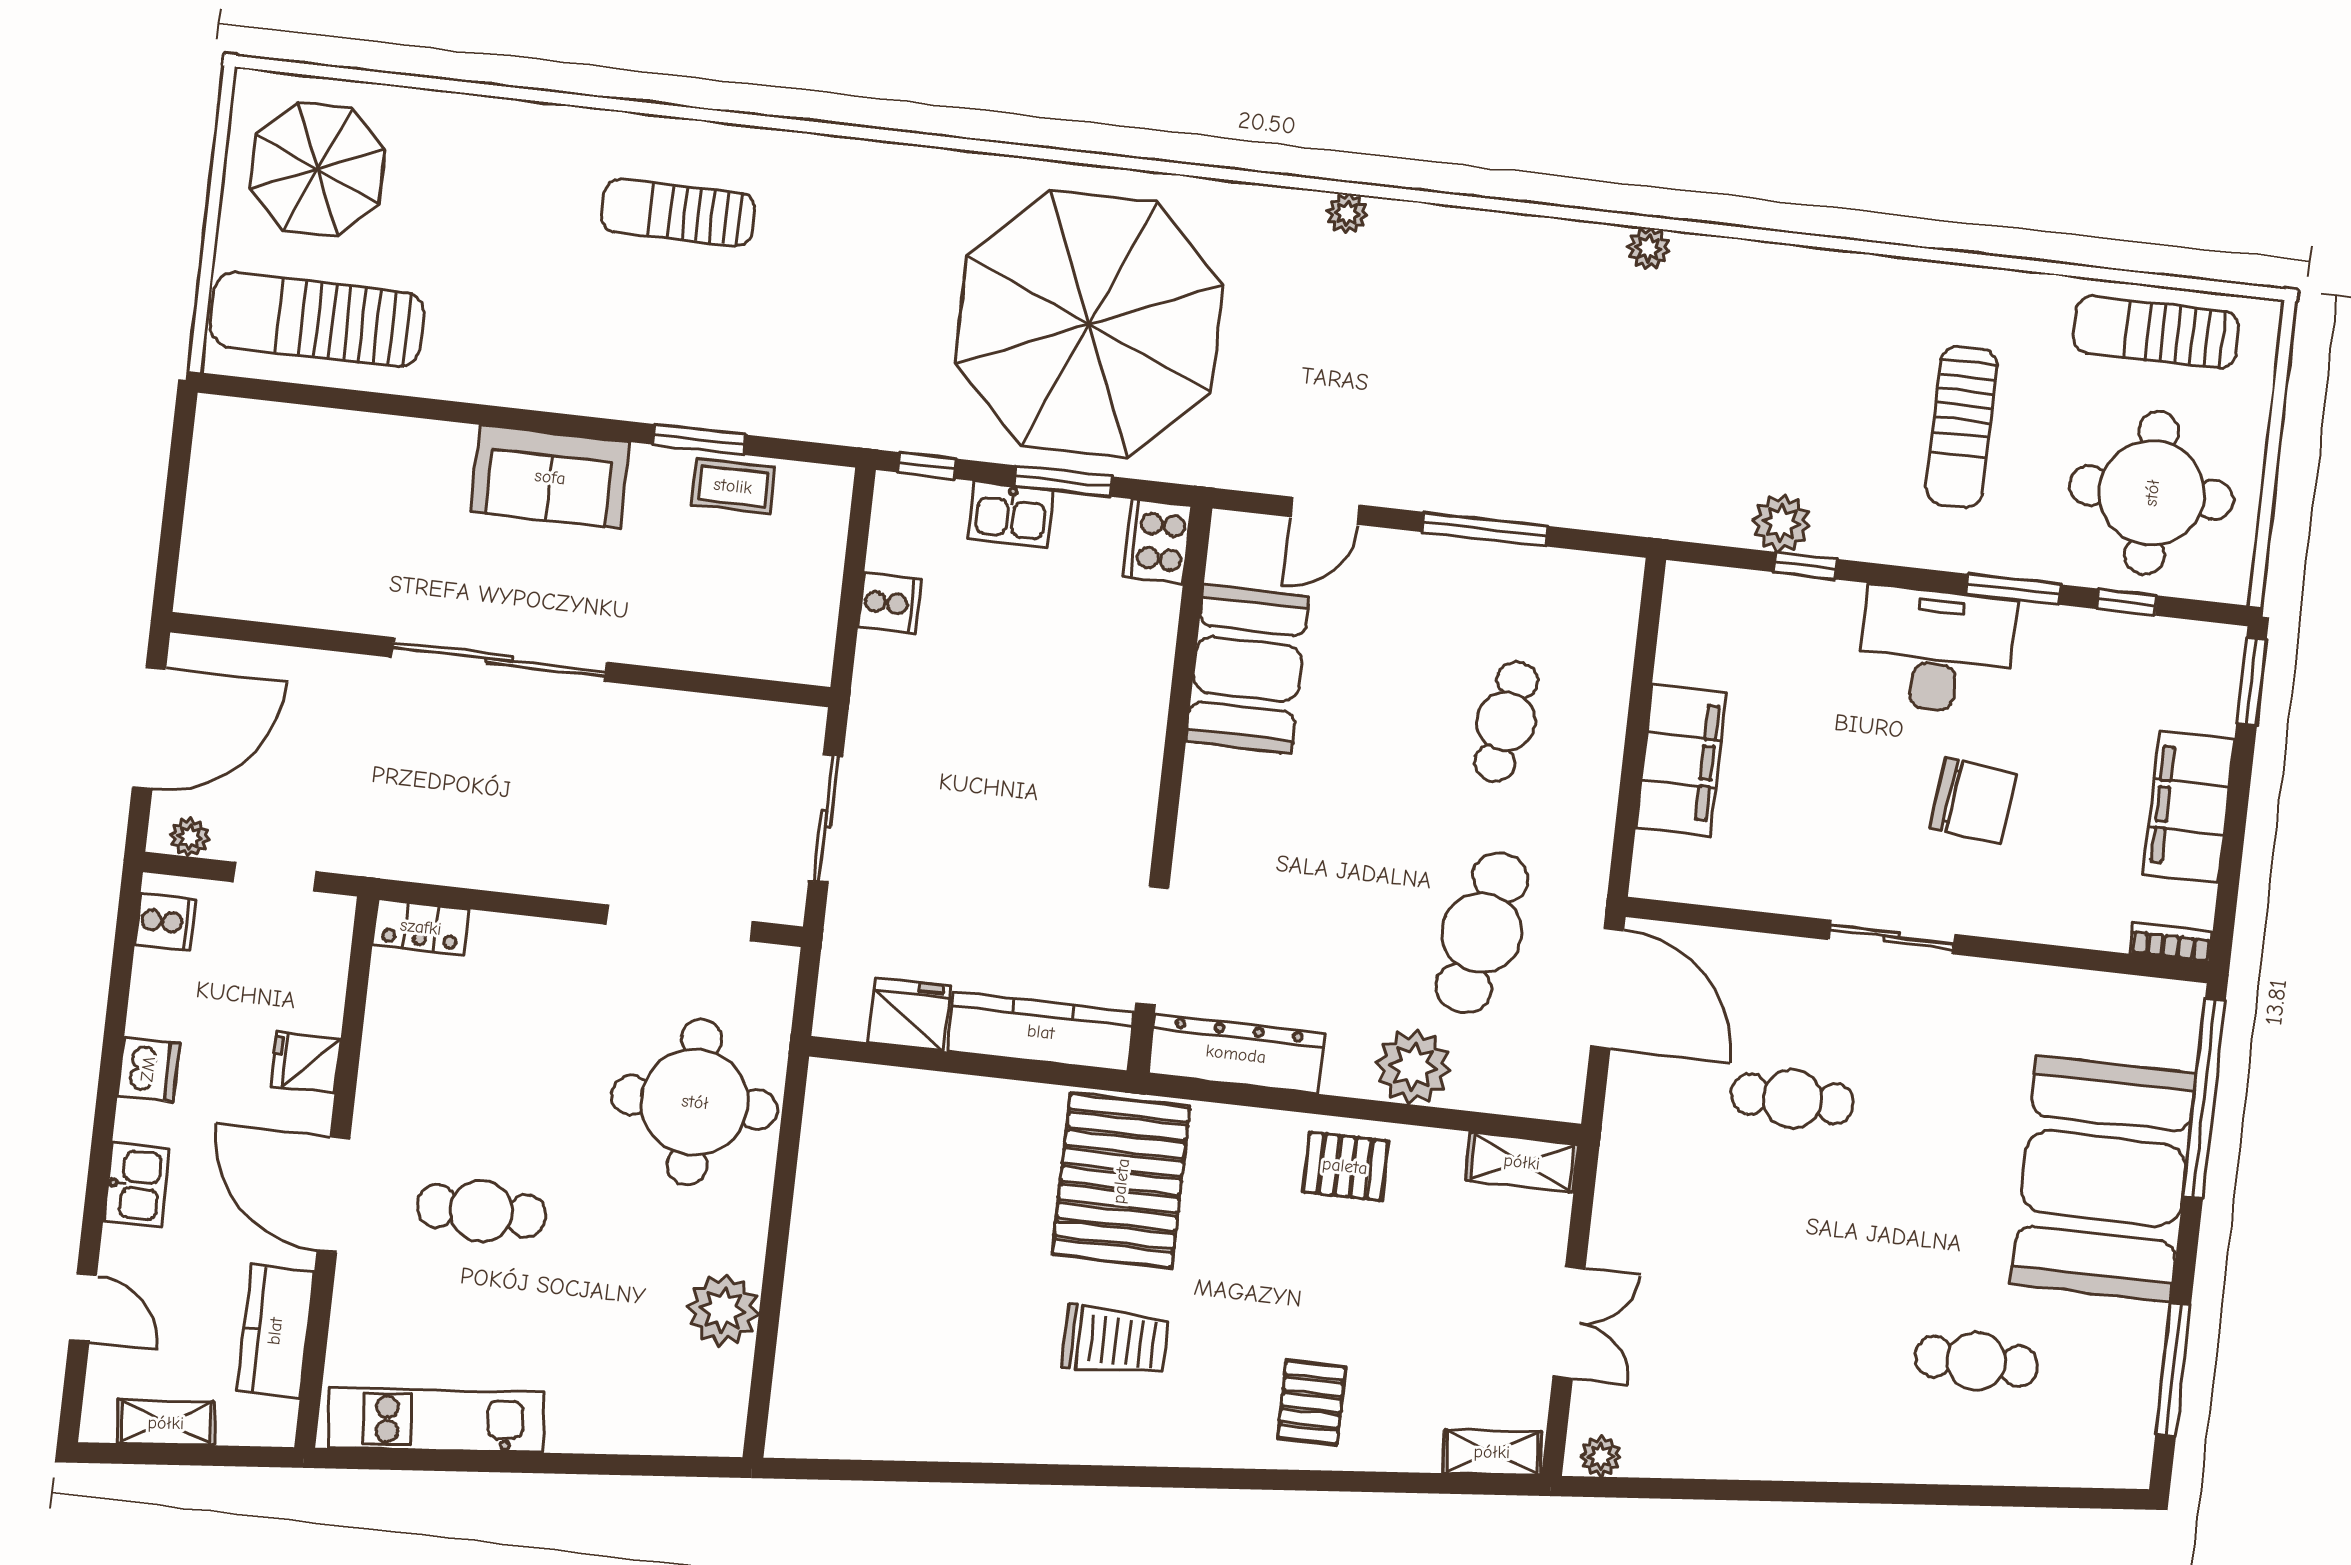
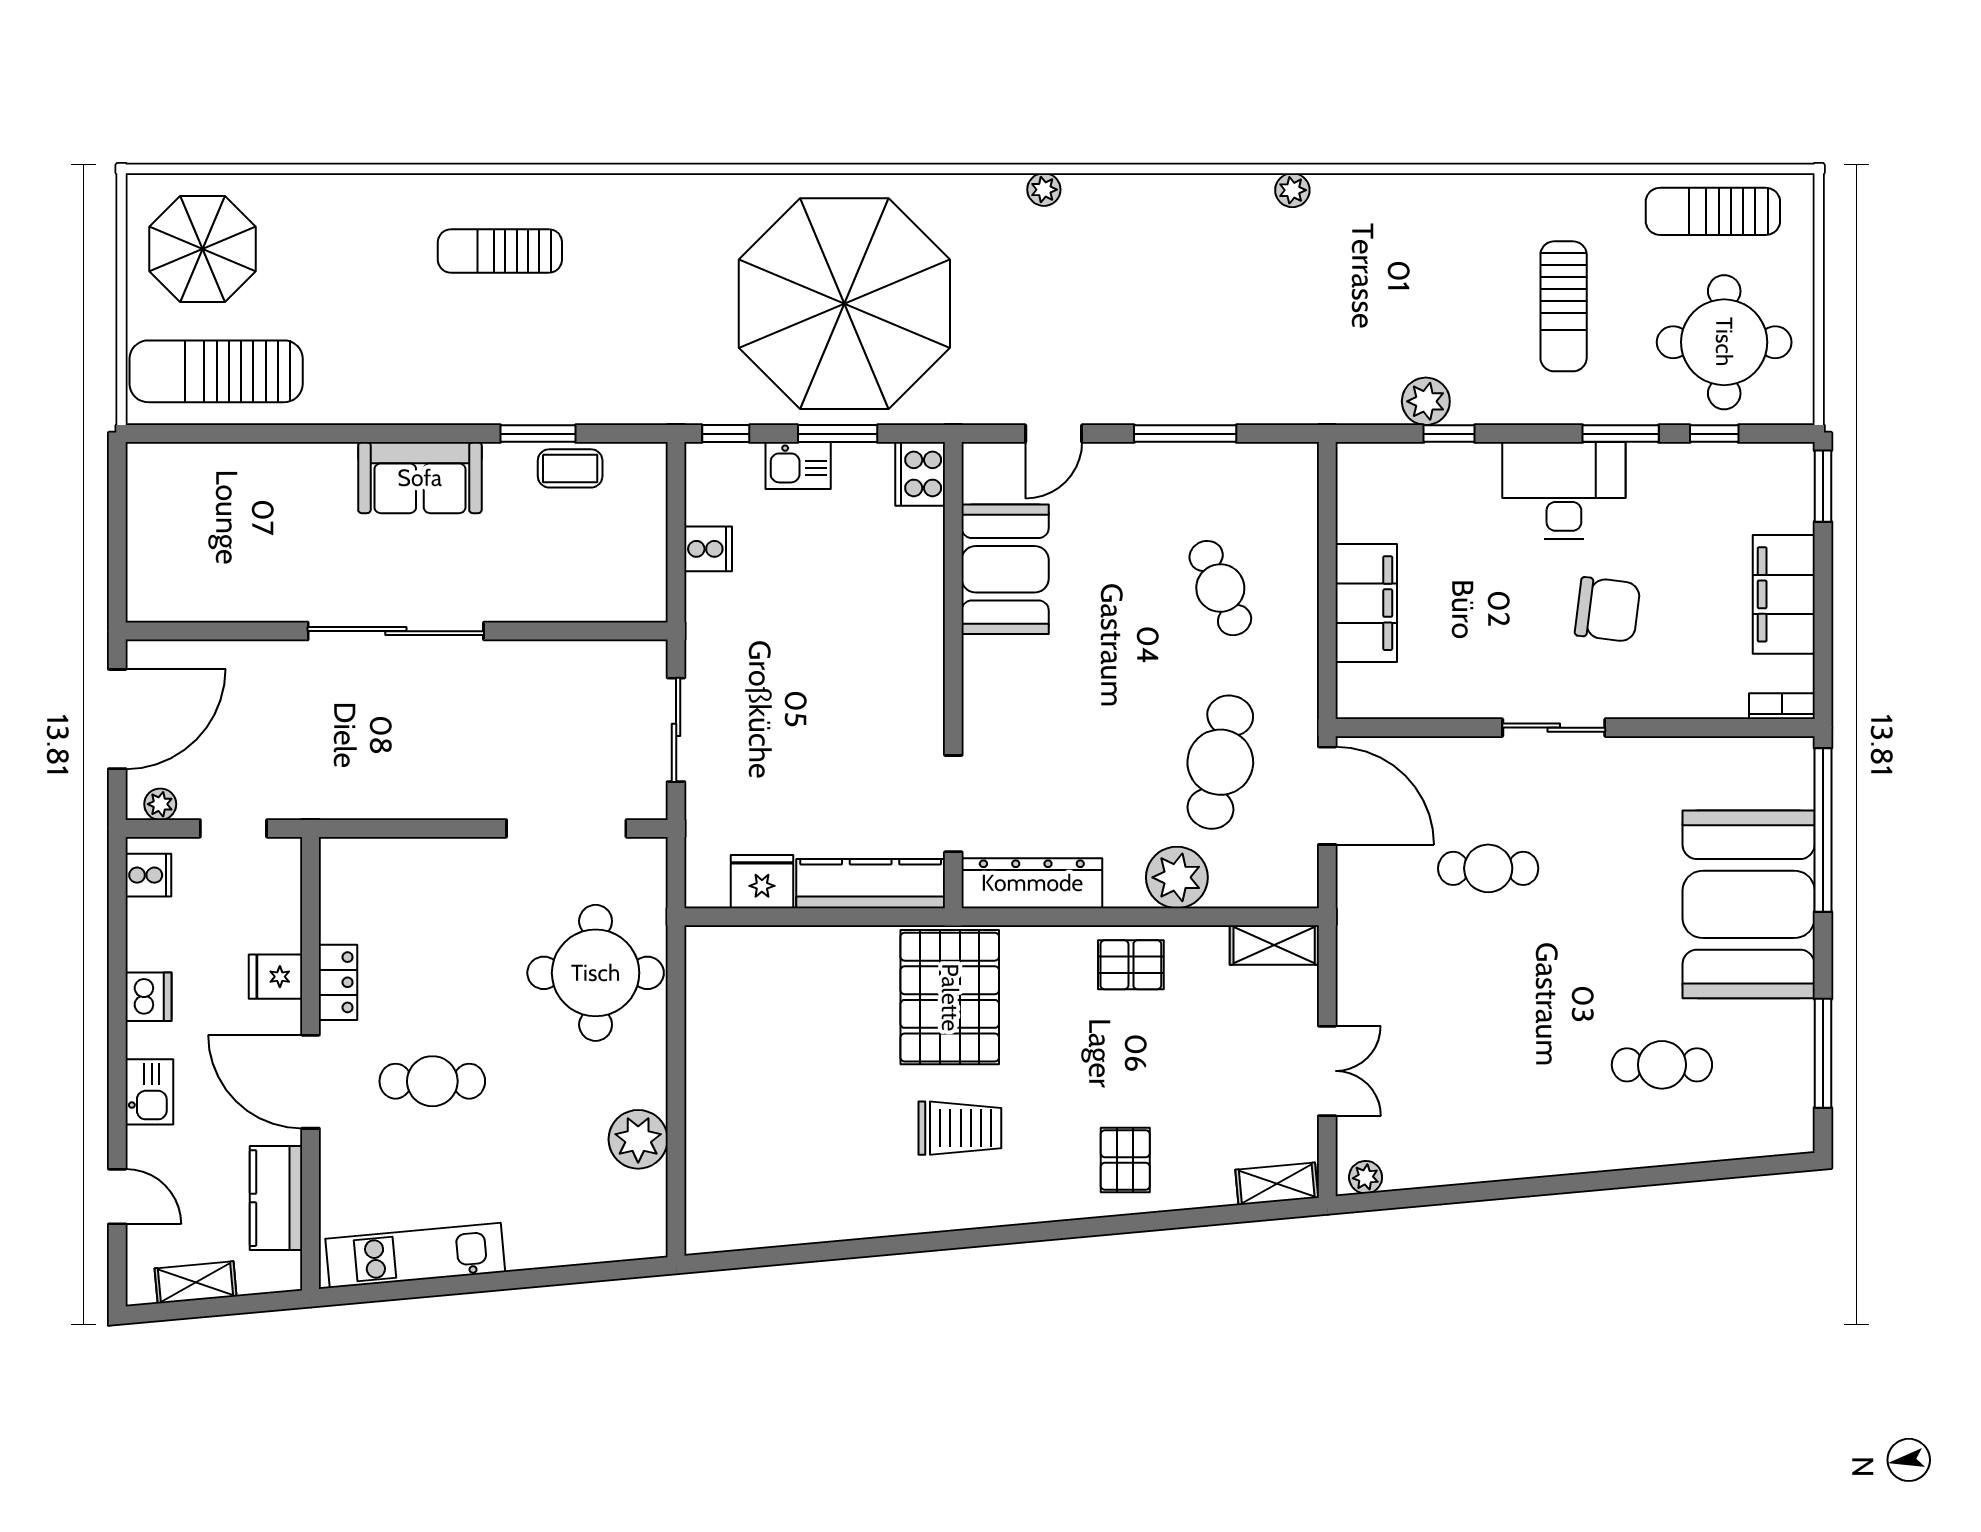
cafe table: (1506, 721) -> (1220, 588), turned -33
locker: (421, 927) -> (338, 982), moved, turned -90

